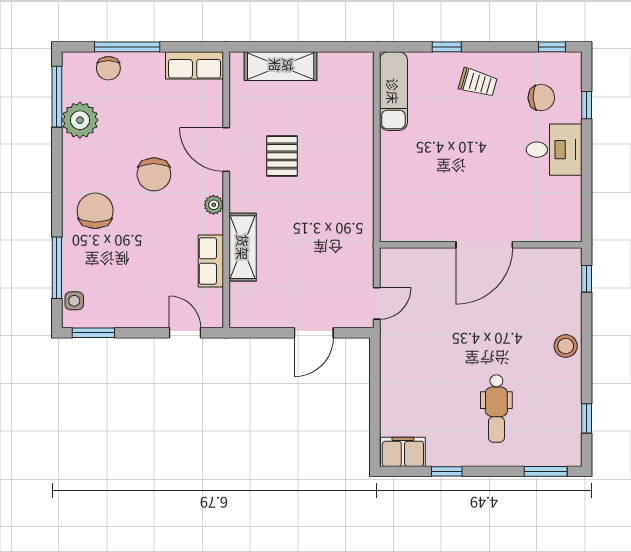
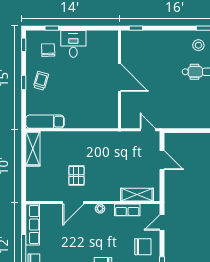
window: (447, 47) -> (24, 82), moved
row of seats: (195, 65) -> (33, 225), width x1.48
shelving: (281, 66) -> (33, 149), moved
pallet: (282, 156) -> (76, 176), turned 90
chair: (154, 174) -> (143, 247), moved
shelving: (243, 247) -> (137, 195), moved
stool: (566, 346) -> (198, 45), moved

